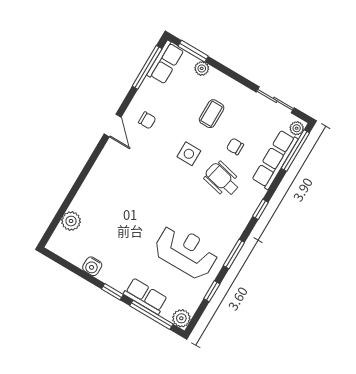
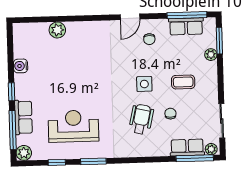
row of seats: (165, 62) -> (186, 26), moved
row of seats: (275, 160) -> (187, 148), width x0.68
window: (260, 209) -> (137, 160), removed
plant: (71, 221) -> (57, 30), moved
reception desk: (186, 252) -> (73, 126), turned -90

